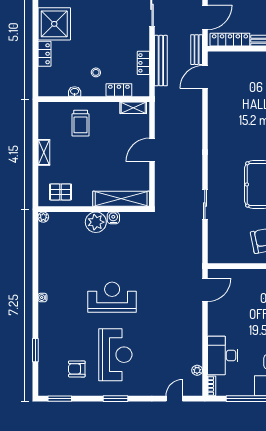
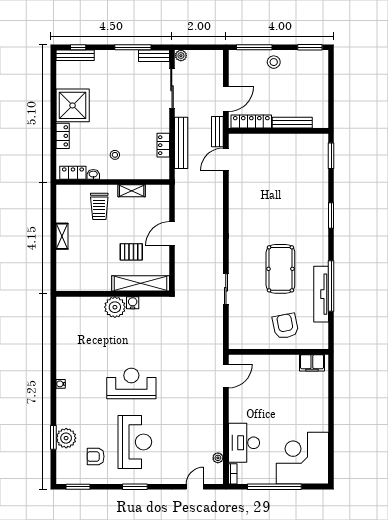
locker: (119, 90) -> (73, 173), moved
shelving: (133, 108) -> (132, 191), moved
pallet: (61, 192) -> (131, 252), moved
plant: (43, 217) -> (66, 438), moved, width x1.88, depth x1.88

